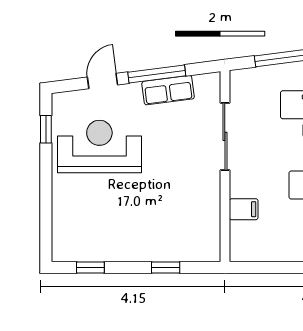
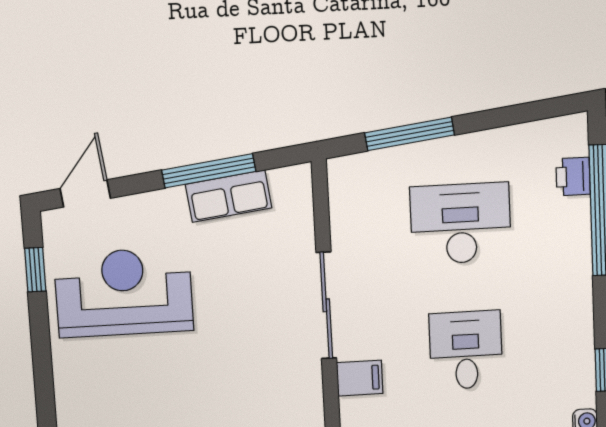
door: (103, 81) -> (85, 193), moved
sliding door: (225, 136) -> (326, 305), moved

